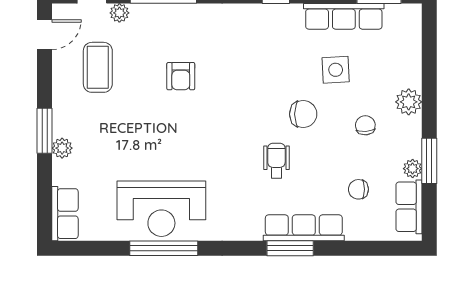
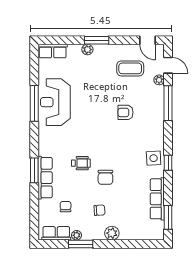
side table: (336, 70) -> (154, 158), moved

